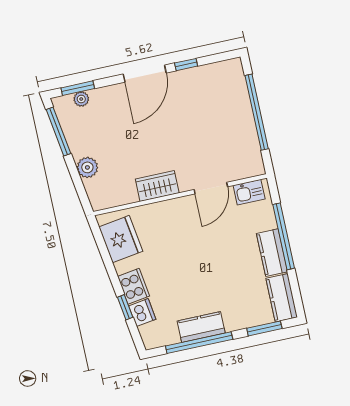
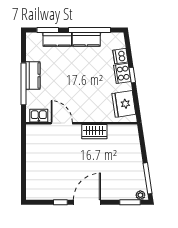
plant: (81, 99) -> (140, 195), moved
window: (257, 112) -> (24, 164), removed
plant: (87, 167) -> (135, 152), removed
door: (211, 188) -> (62, 123), hinge flipped
kitchen counter: (282, 298) -> (57, 39), moved, turned 90
window: (125, 307) -> (132, 75), moved

